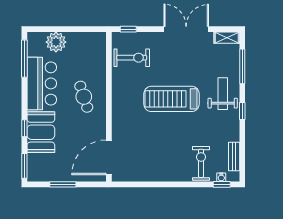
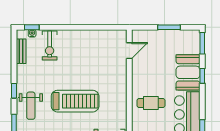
cafe table: (84, 97) -> (151, 103), turned -72
door: (109, 157) -> (129, 51), width x0.53

